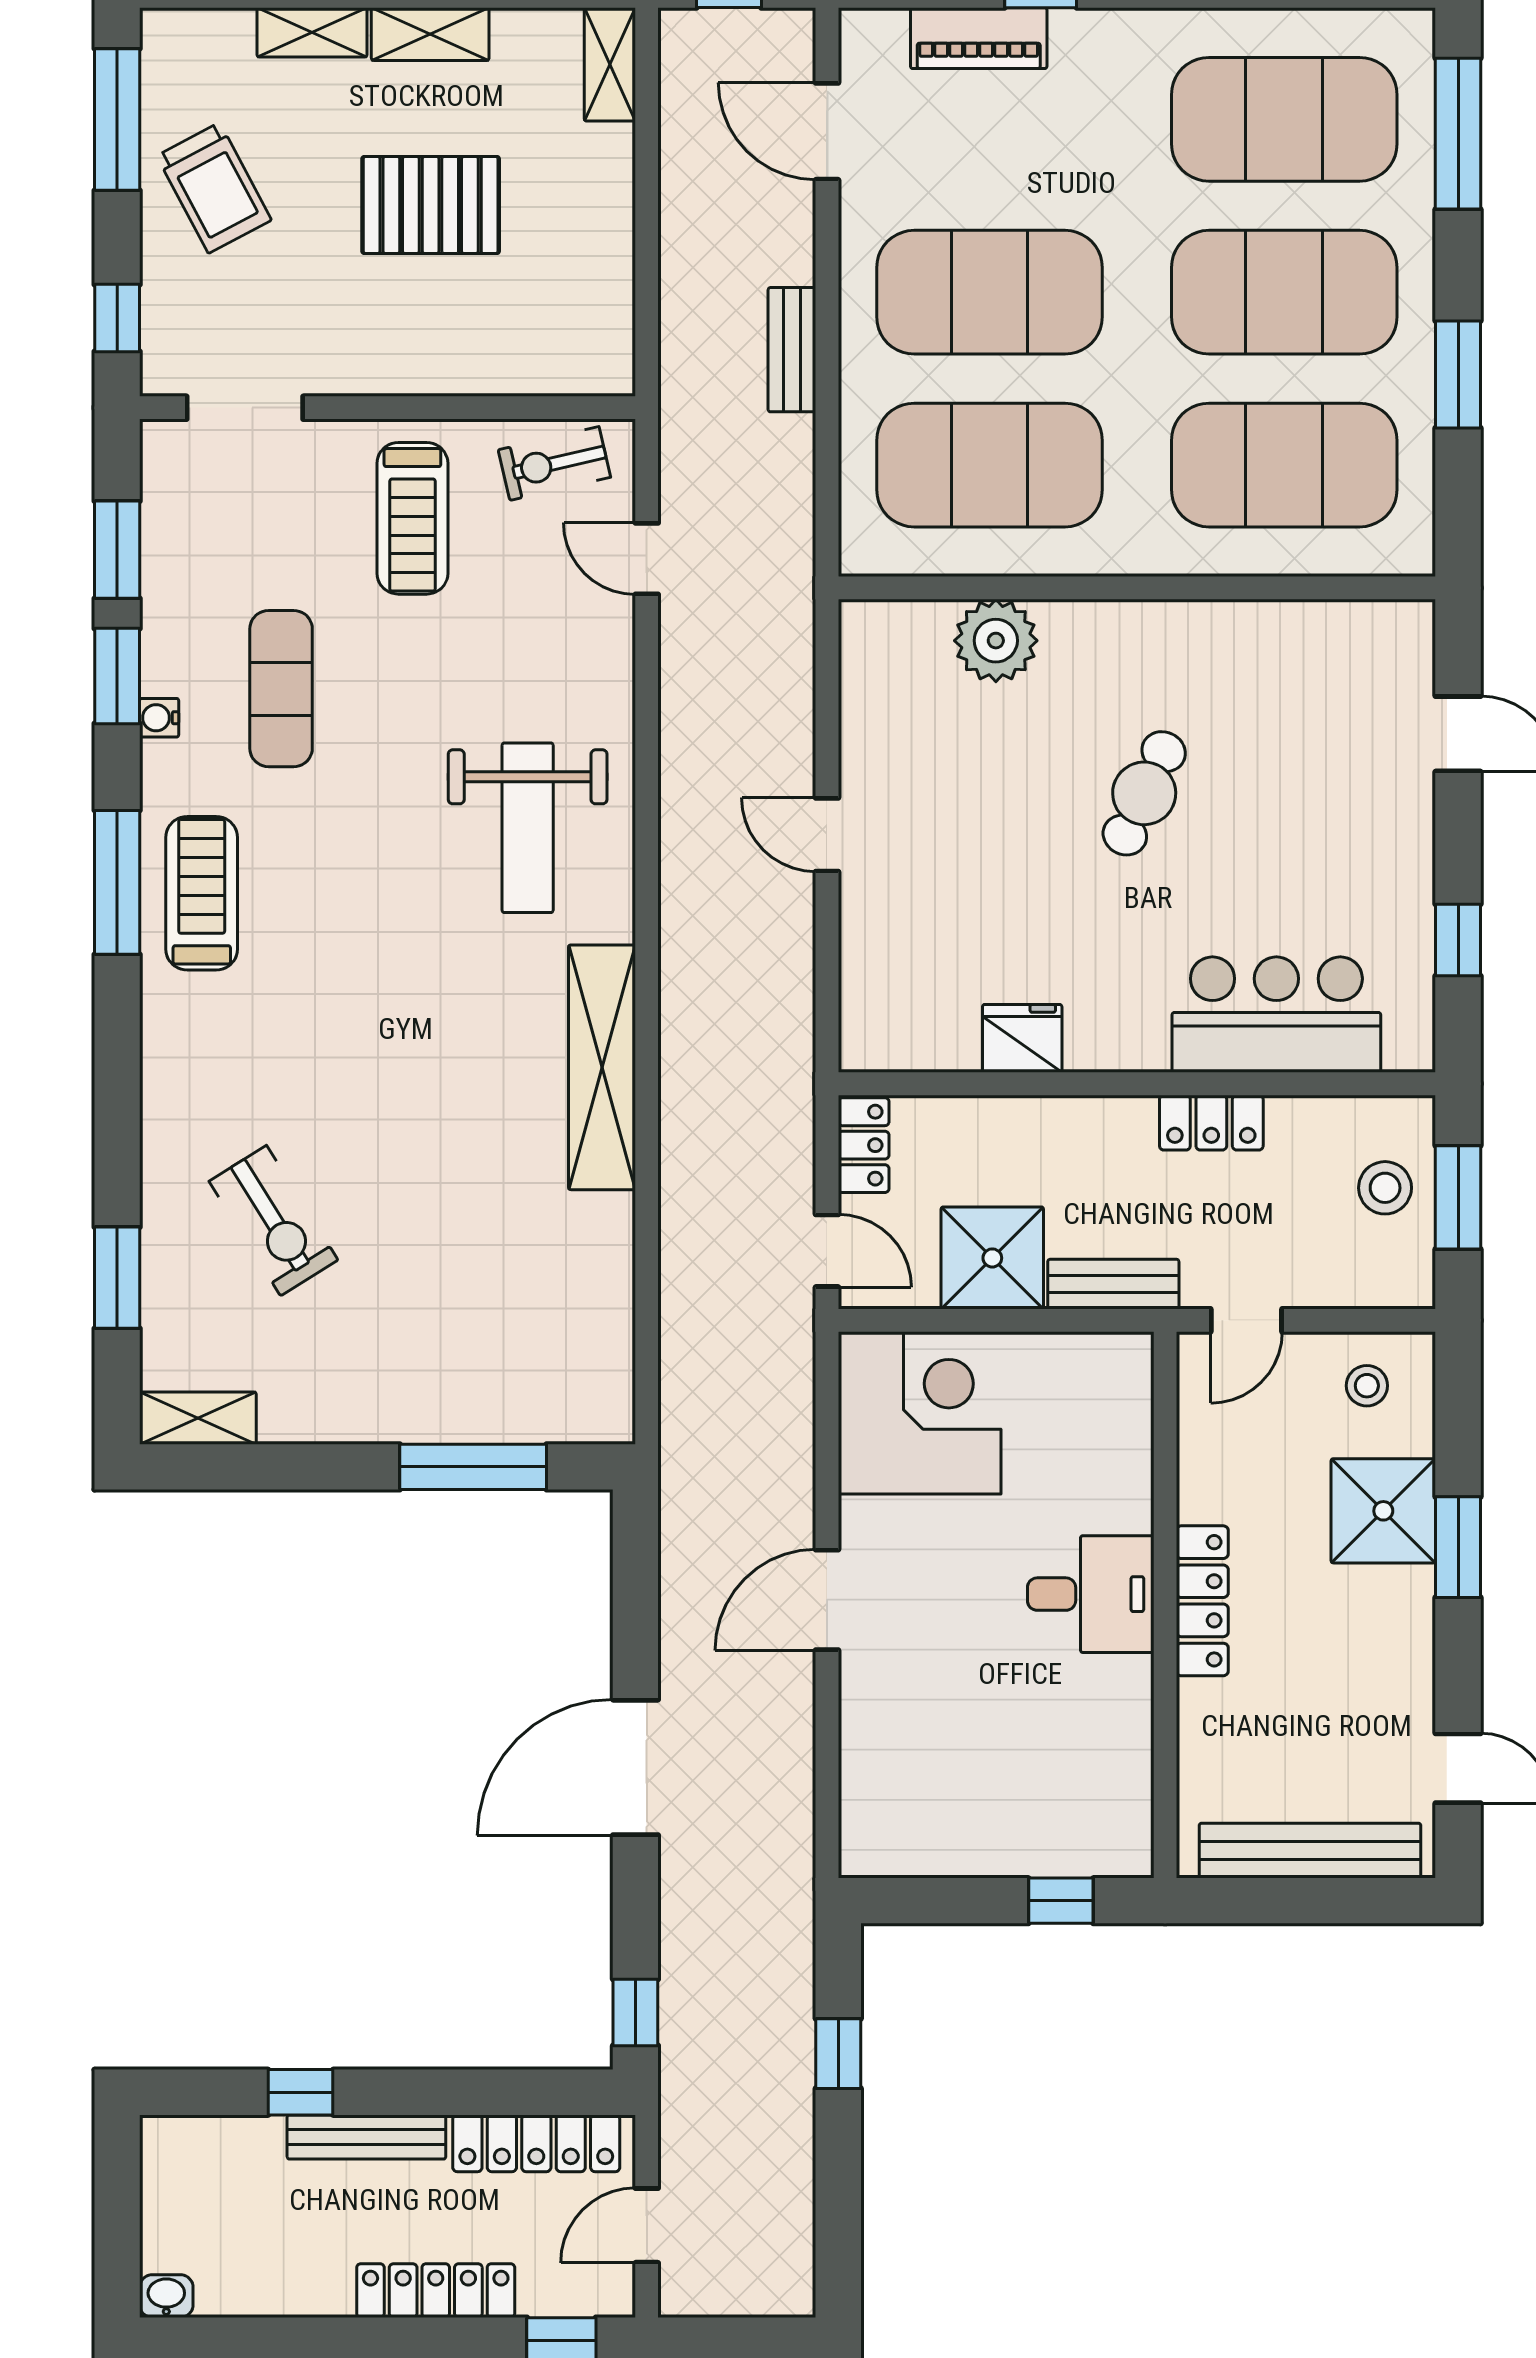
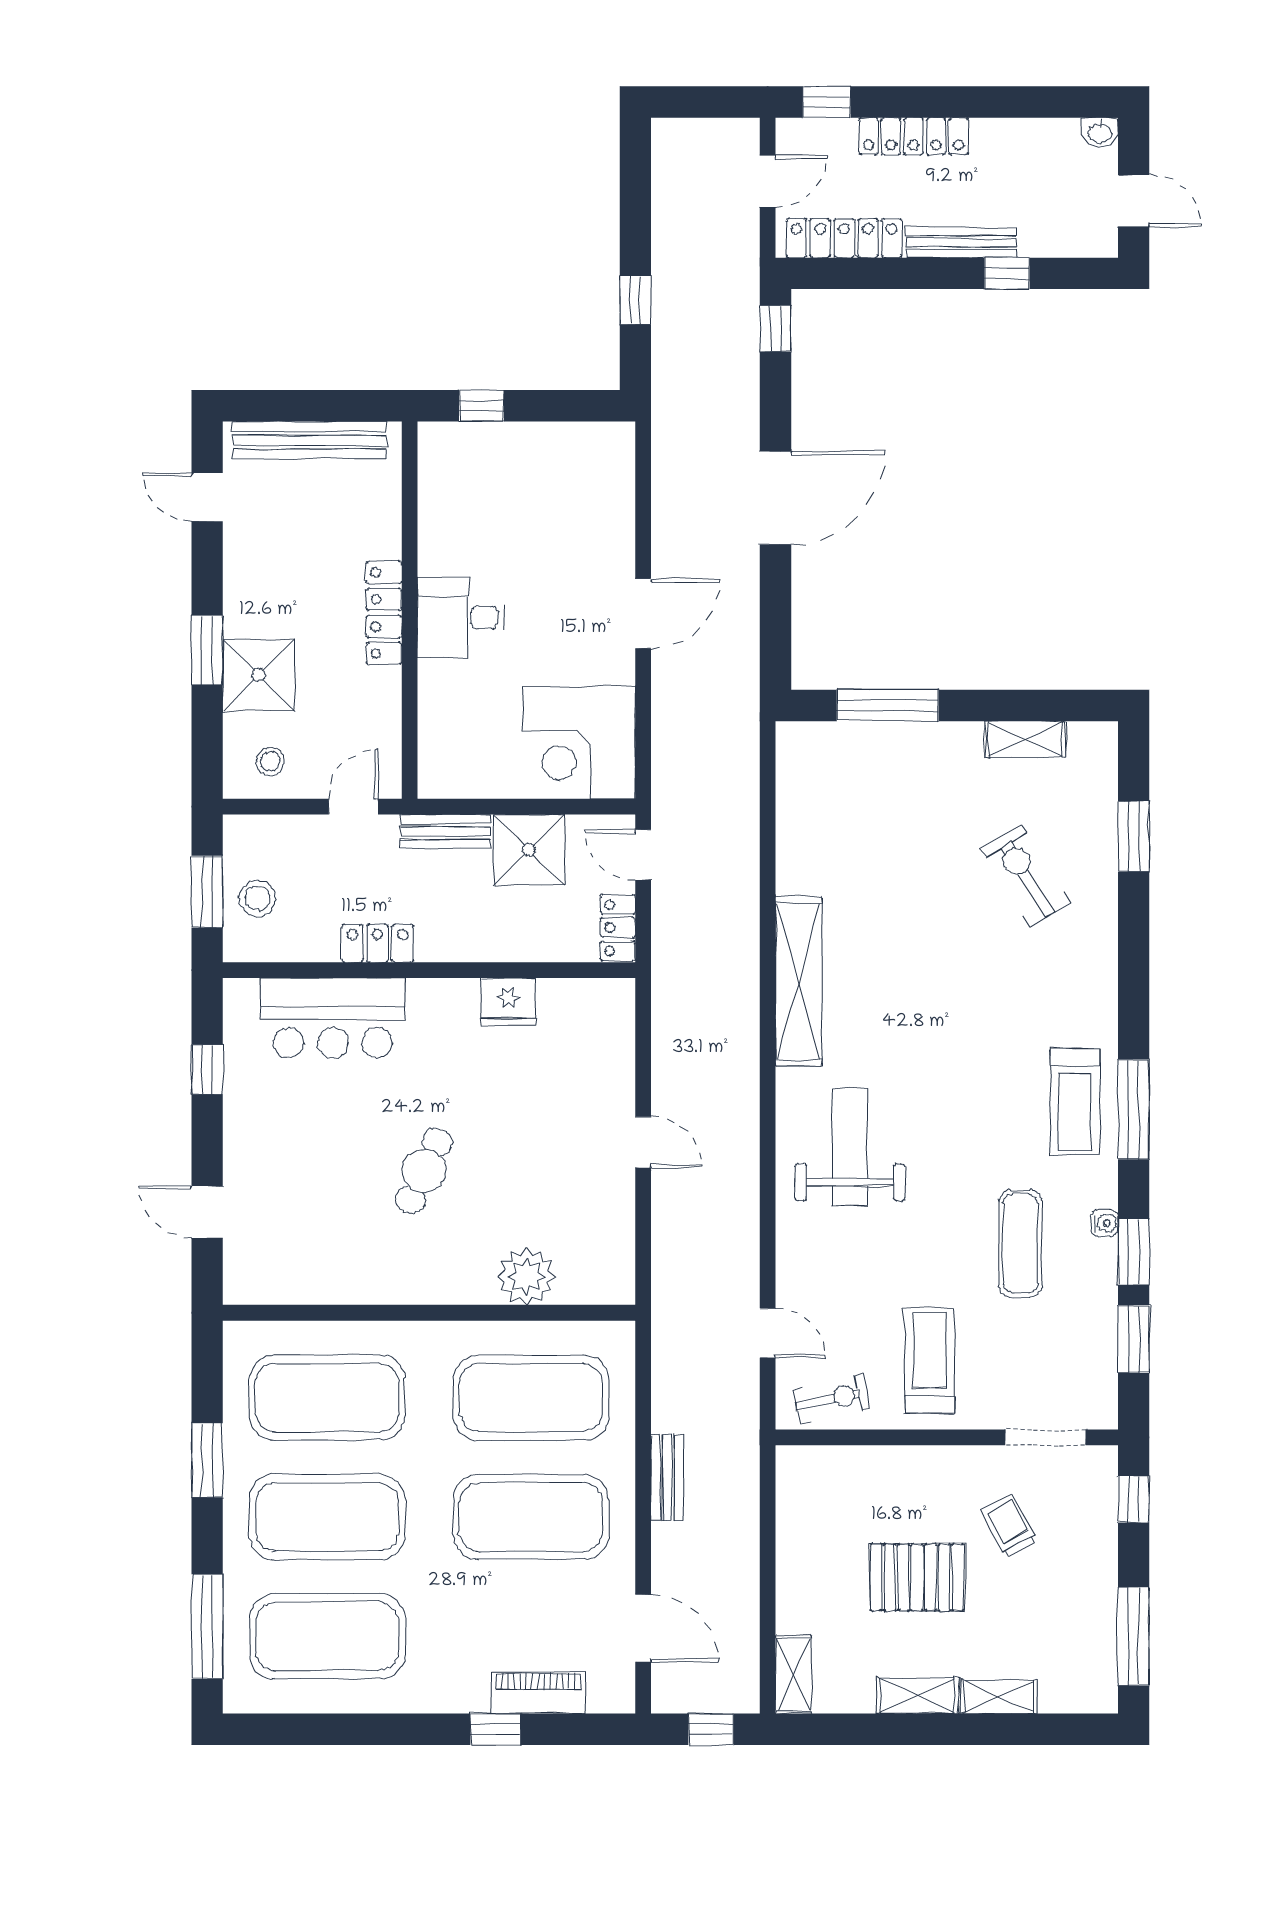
trolley: (214, 188) -> (1009, 1526), moved, width x0.73, depth x0.72
shelving: (198, 1418) -> (1025, 739), moved
door: (117, 2197) -> (1134, 201), added

